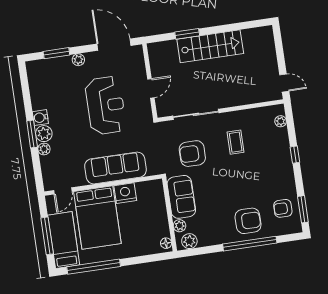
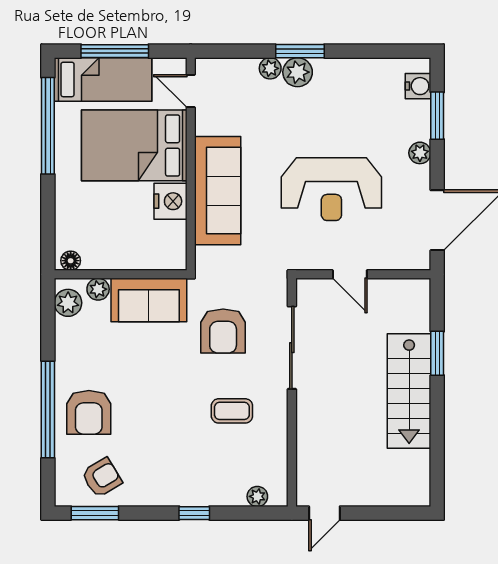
water cooler: (40, 118) -> (418, 86), moved, turned 90
armchair: (192, 154) -> (223, 331), turned 180
armchair: (283, 208) -> (102, 478), turned 59

